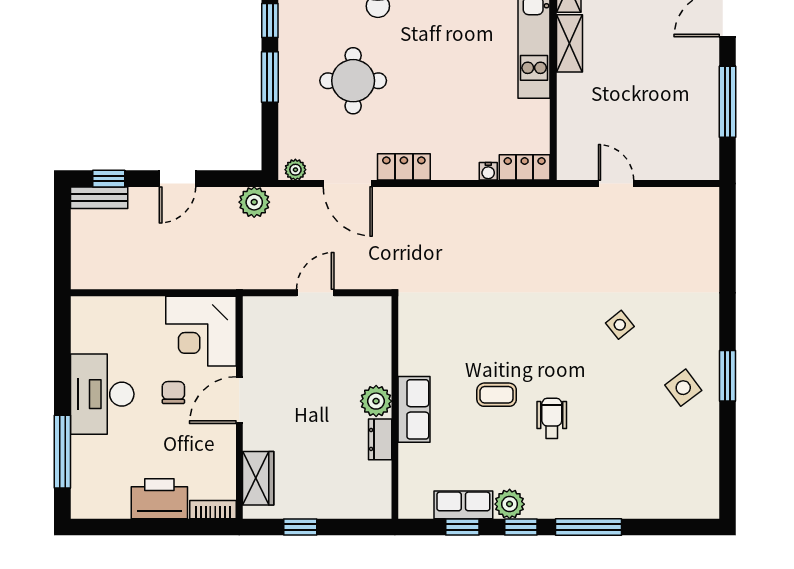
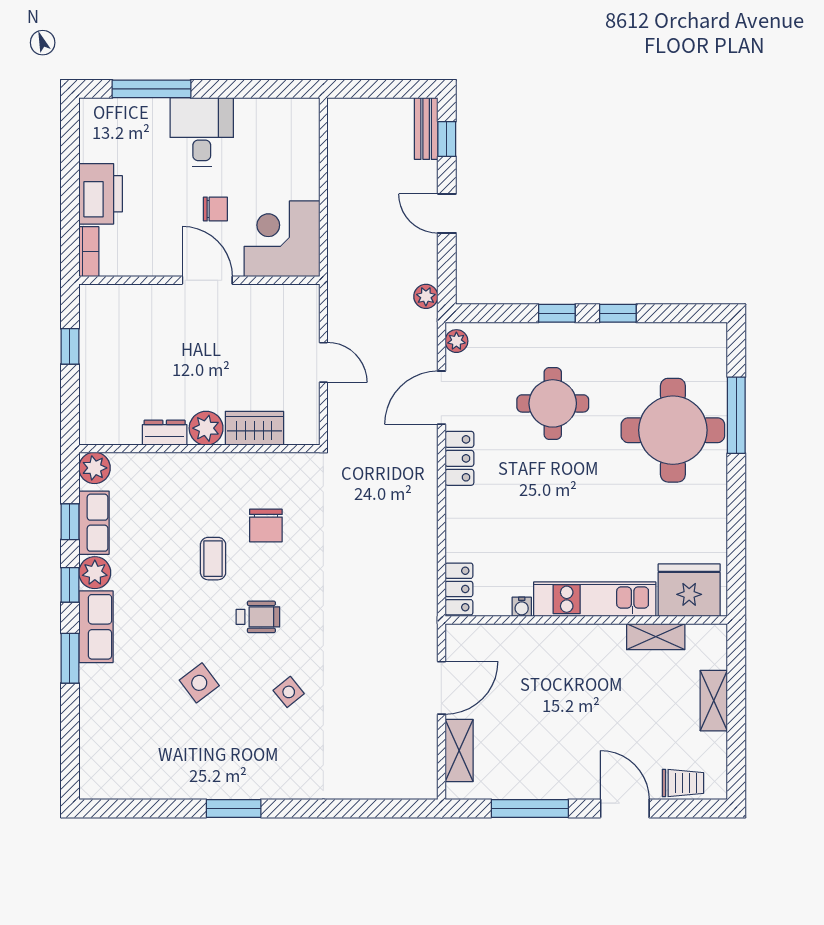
shelving: (569, 43) -> (459, 751), moved, turned 90
window: (270, 77) -> (557, 313), width x0.67
water cooler: (488, 171) -> (522, 607), moved, turned -90
door: (616, 184) -> (441, 688), width x1.38
plant: (254, 202) -> (426, 296), width x0.73, depth x0.73
chair: (466, 346) -> (266, 526), added
side table: (683, 388) -> (199, 683), moved
desk: (102, 394) -> (202, 132), width x0.73
row of seats: (414, 409) -> (96, 627), moved, turned -90
wheelchair: (552, 418) -> (258, 617), moved
wardrobe: (258, 478) -> (254, 428), moved, turned 180
plant: (413, 504) -> (94, 468), added
window: (589, 527) -> (70, 658), width x0.69

